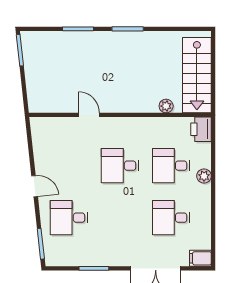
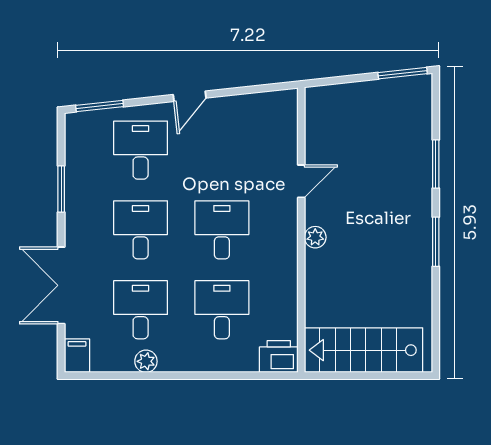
plant: (166, 106) -> (315, 237), moved
plant: (204, 176) -> (146, 361), moved
desk: (120, 218) -> (141, 230), added

